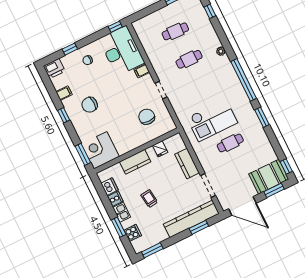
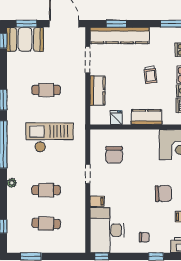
checkout: (212, 120) -> (50, 137), moved

